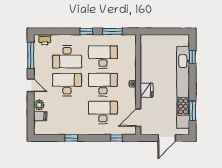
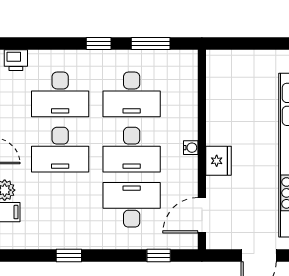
desk: (103, 57) -> (132, 94), turned 180
desk: (67, 85) -> (60, 150), turned 180
desk: (103, 85) -> (132, 150), turned 180

